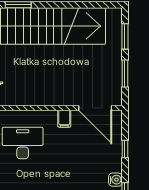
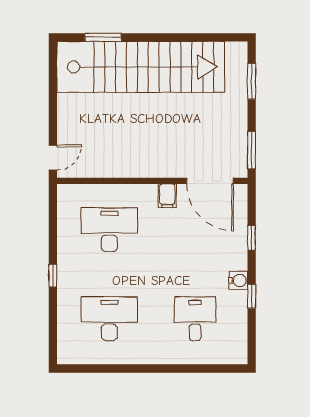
window: (125, 74) -> (252, 150), moved

